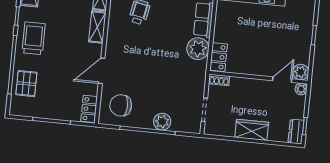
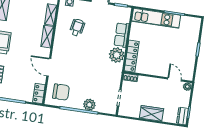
locker: (219, 57) -> (132, 56), width x1.53
door: (102, 71) -> (49, 67), hinge flipped
plant: (301, 72) -> (188, 75), removed
door: (282, 80) -> (174, 79), hinge flipped
chair: (121, 105) -> (61, 92), turned 180

